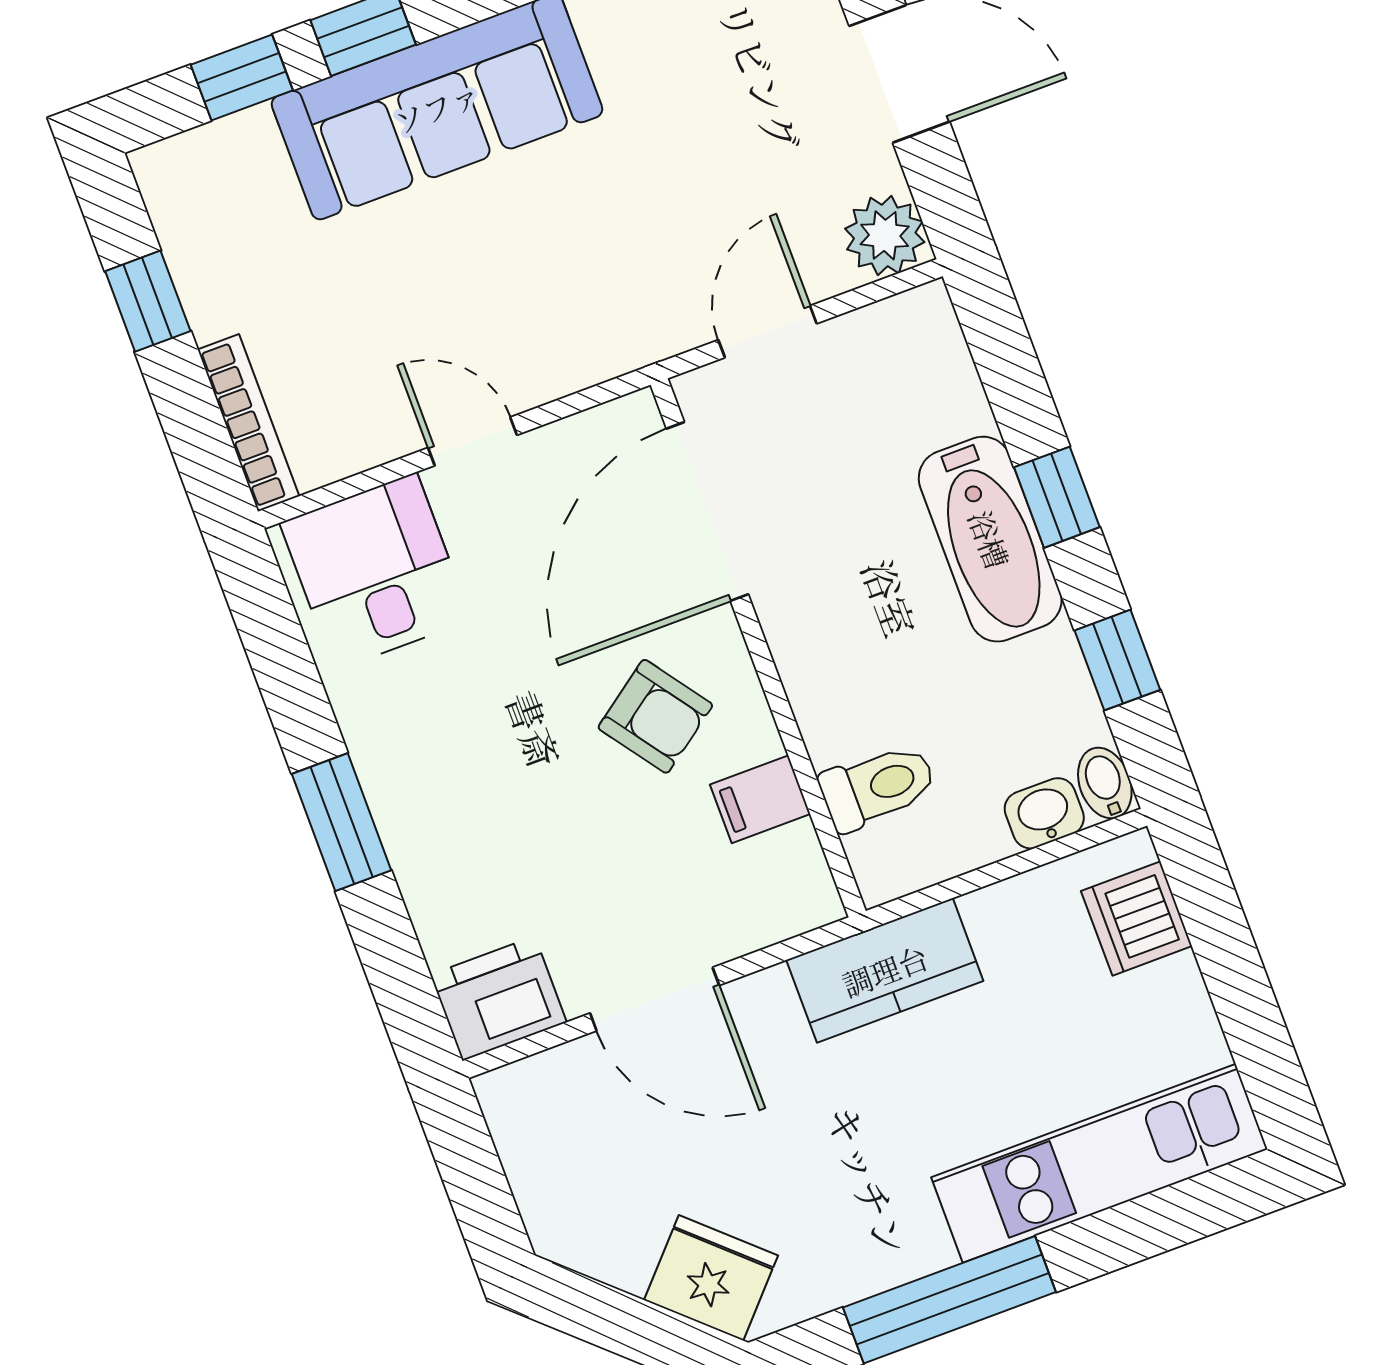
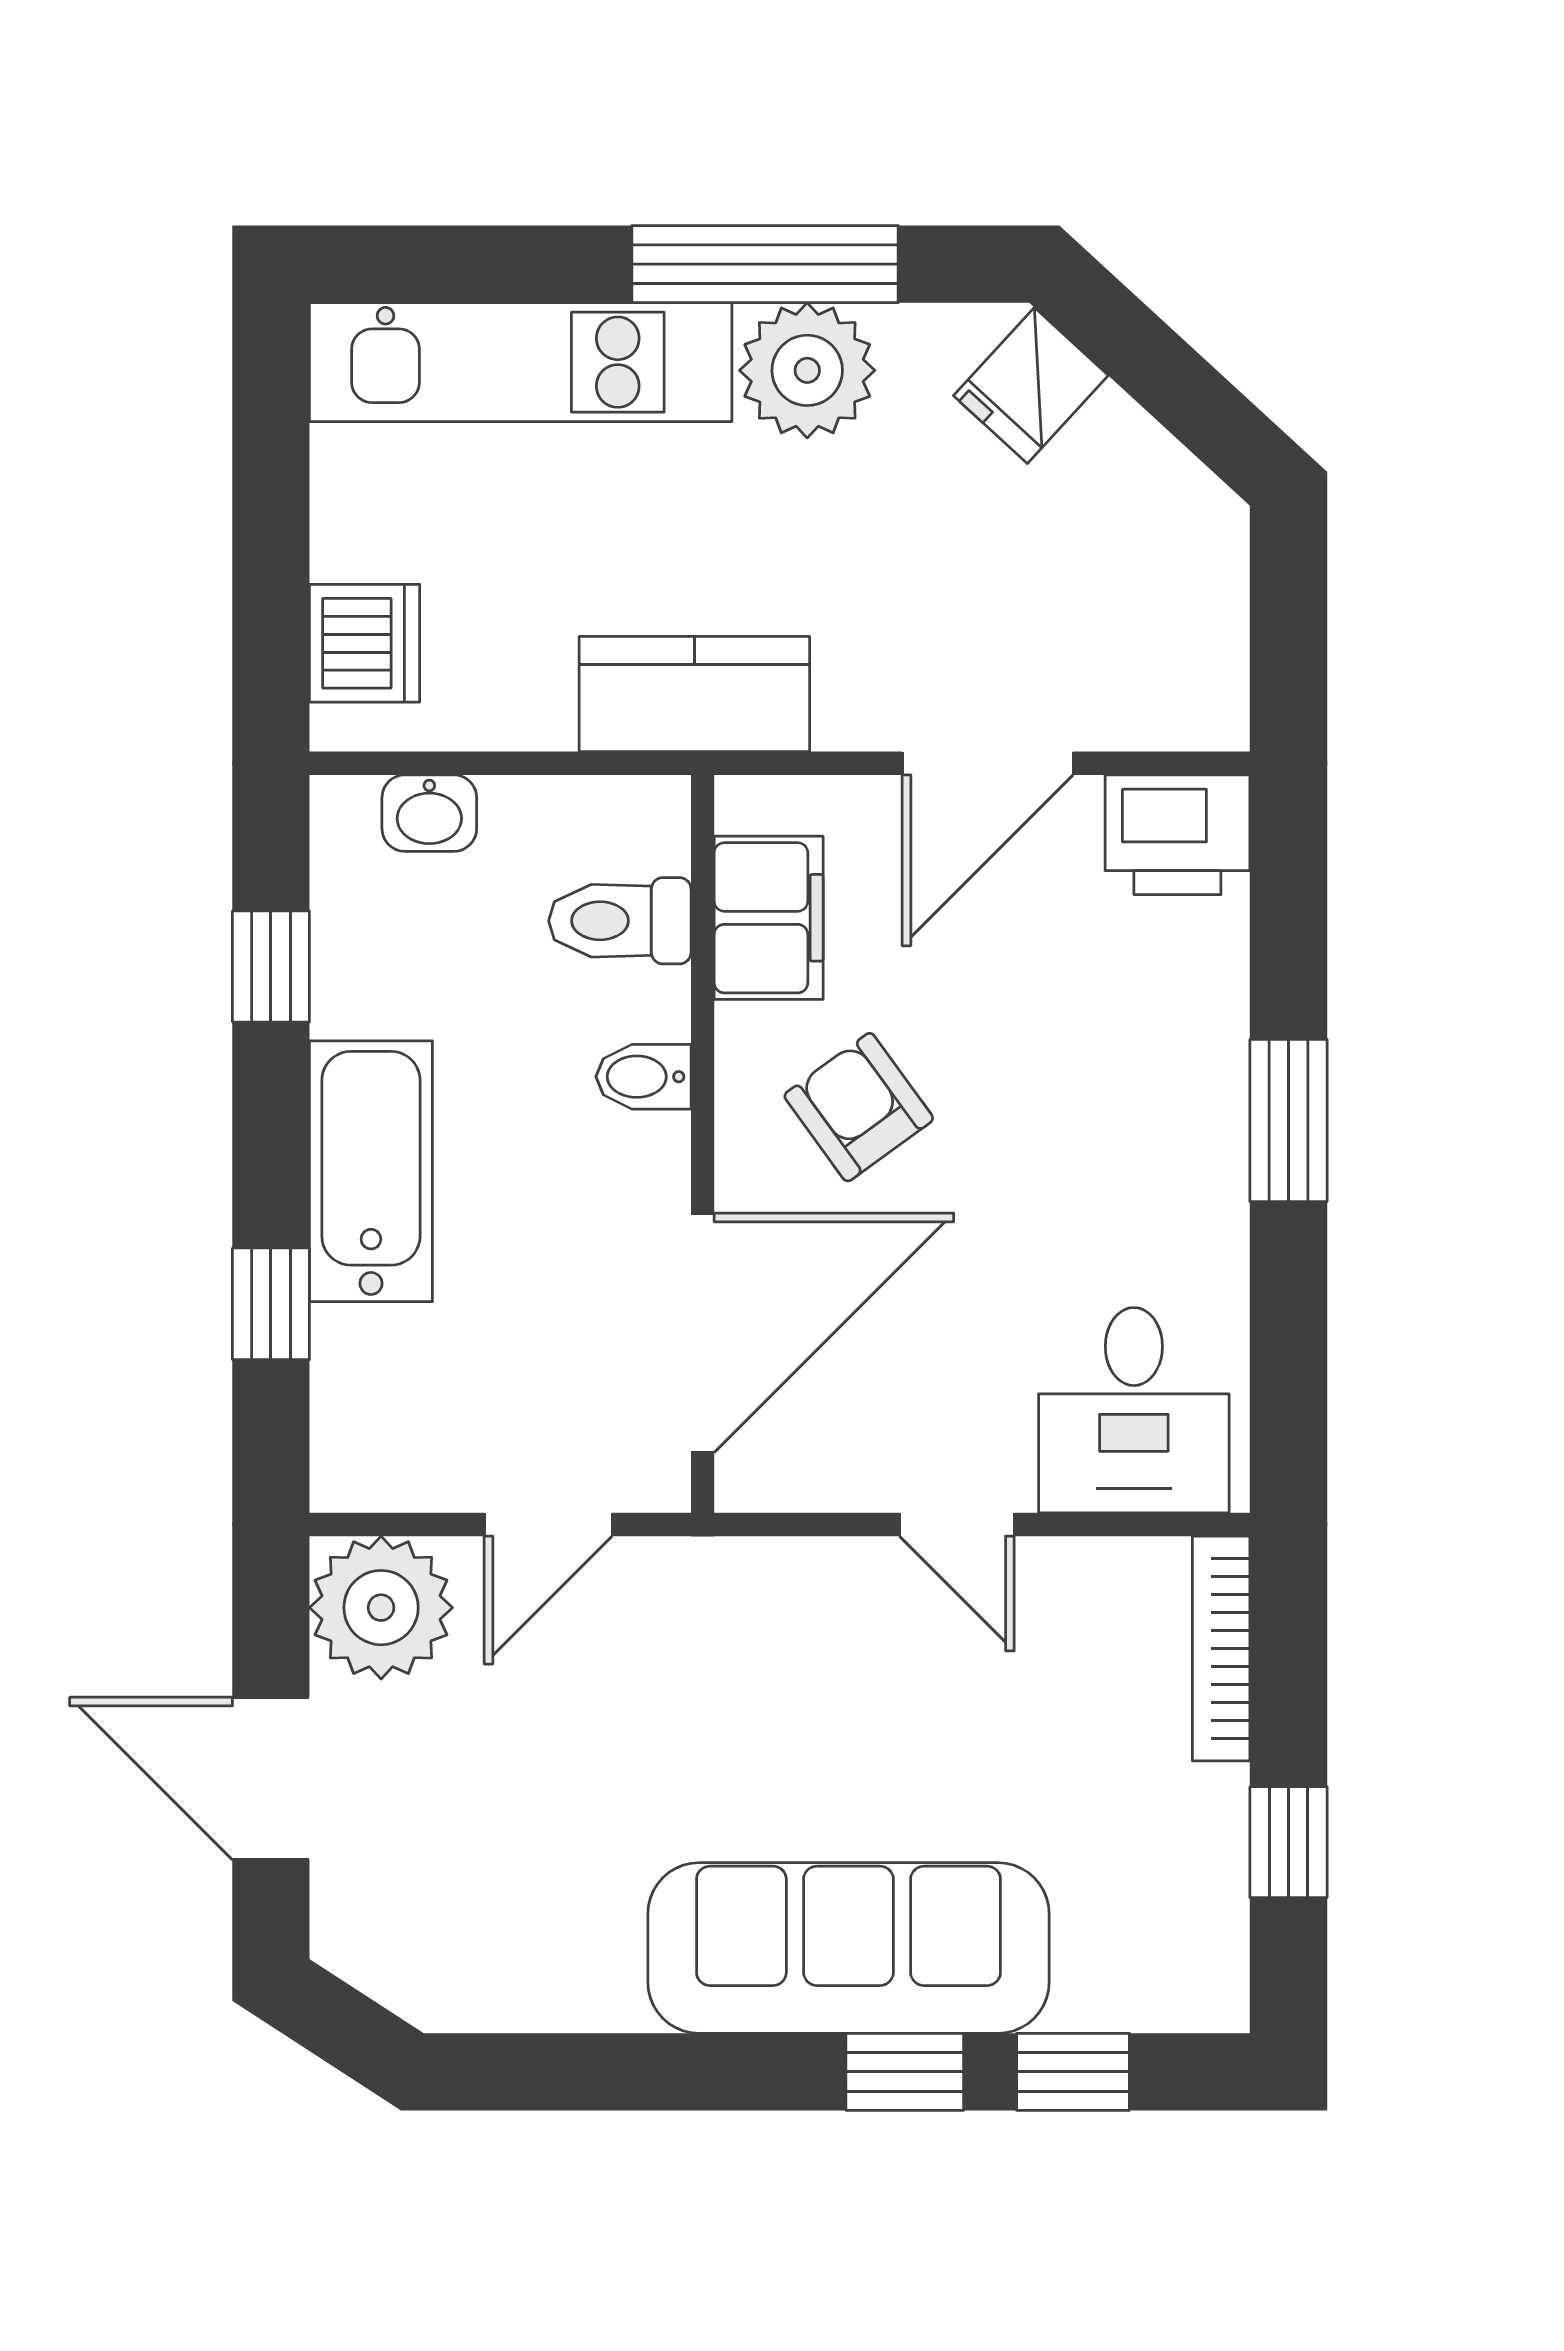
plant: (885, 235) -> (381, 1608), width x1.36, depth x1.36
window: (1057, 497) -> (271, 1304), moved
bidet: (1105, 783) -> (643, 1077), moved, turned 90
filing cabinet: (760, 799) -> (769, 918), width x2.00
door: (655, 999) -> (988, 763), swing flipped
plant: (890, 1234) -> (807, 370), added
fridge: (711, 1278) -> (1031, 386), width x0.72

